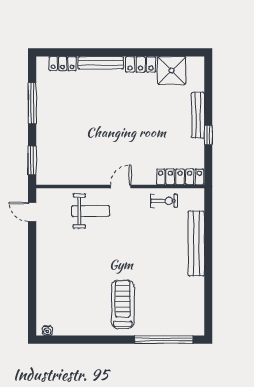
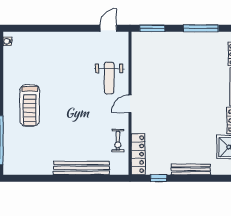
window: (208, 135) -> (159, 178), moved
door: (121, 187) -> (130, 104), swing flipped
treadmill: (123, 304) -> (30, 105), turned 90

